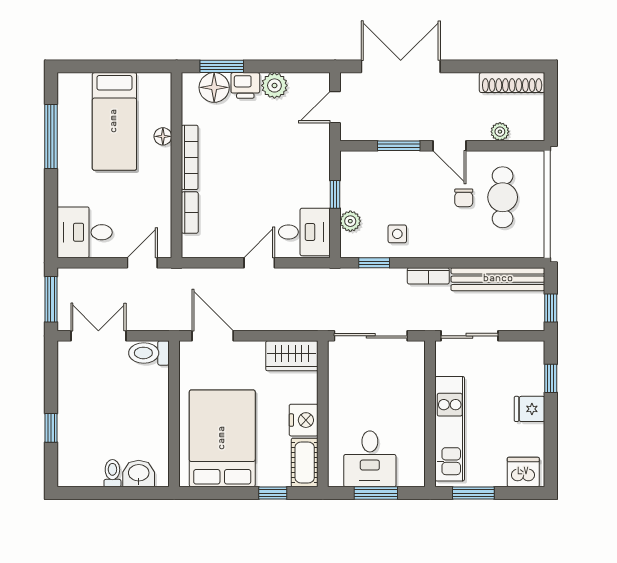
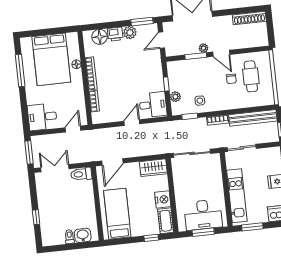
window: (222, 66) -> (142, 22), moved
bed: (114, 121) -> (51, 59), width x1.50
plant: (500, 132) -> (203, 48), moved
door: (213, 336) -> (112, 162), swing flipped
bed: (222, 438) -> (117, 214), width x0.67
desk: (370, 459) -> (203, 215), width x1.37

